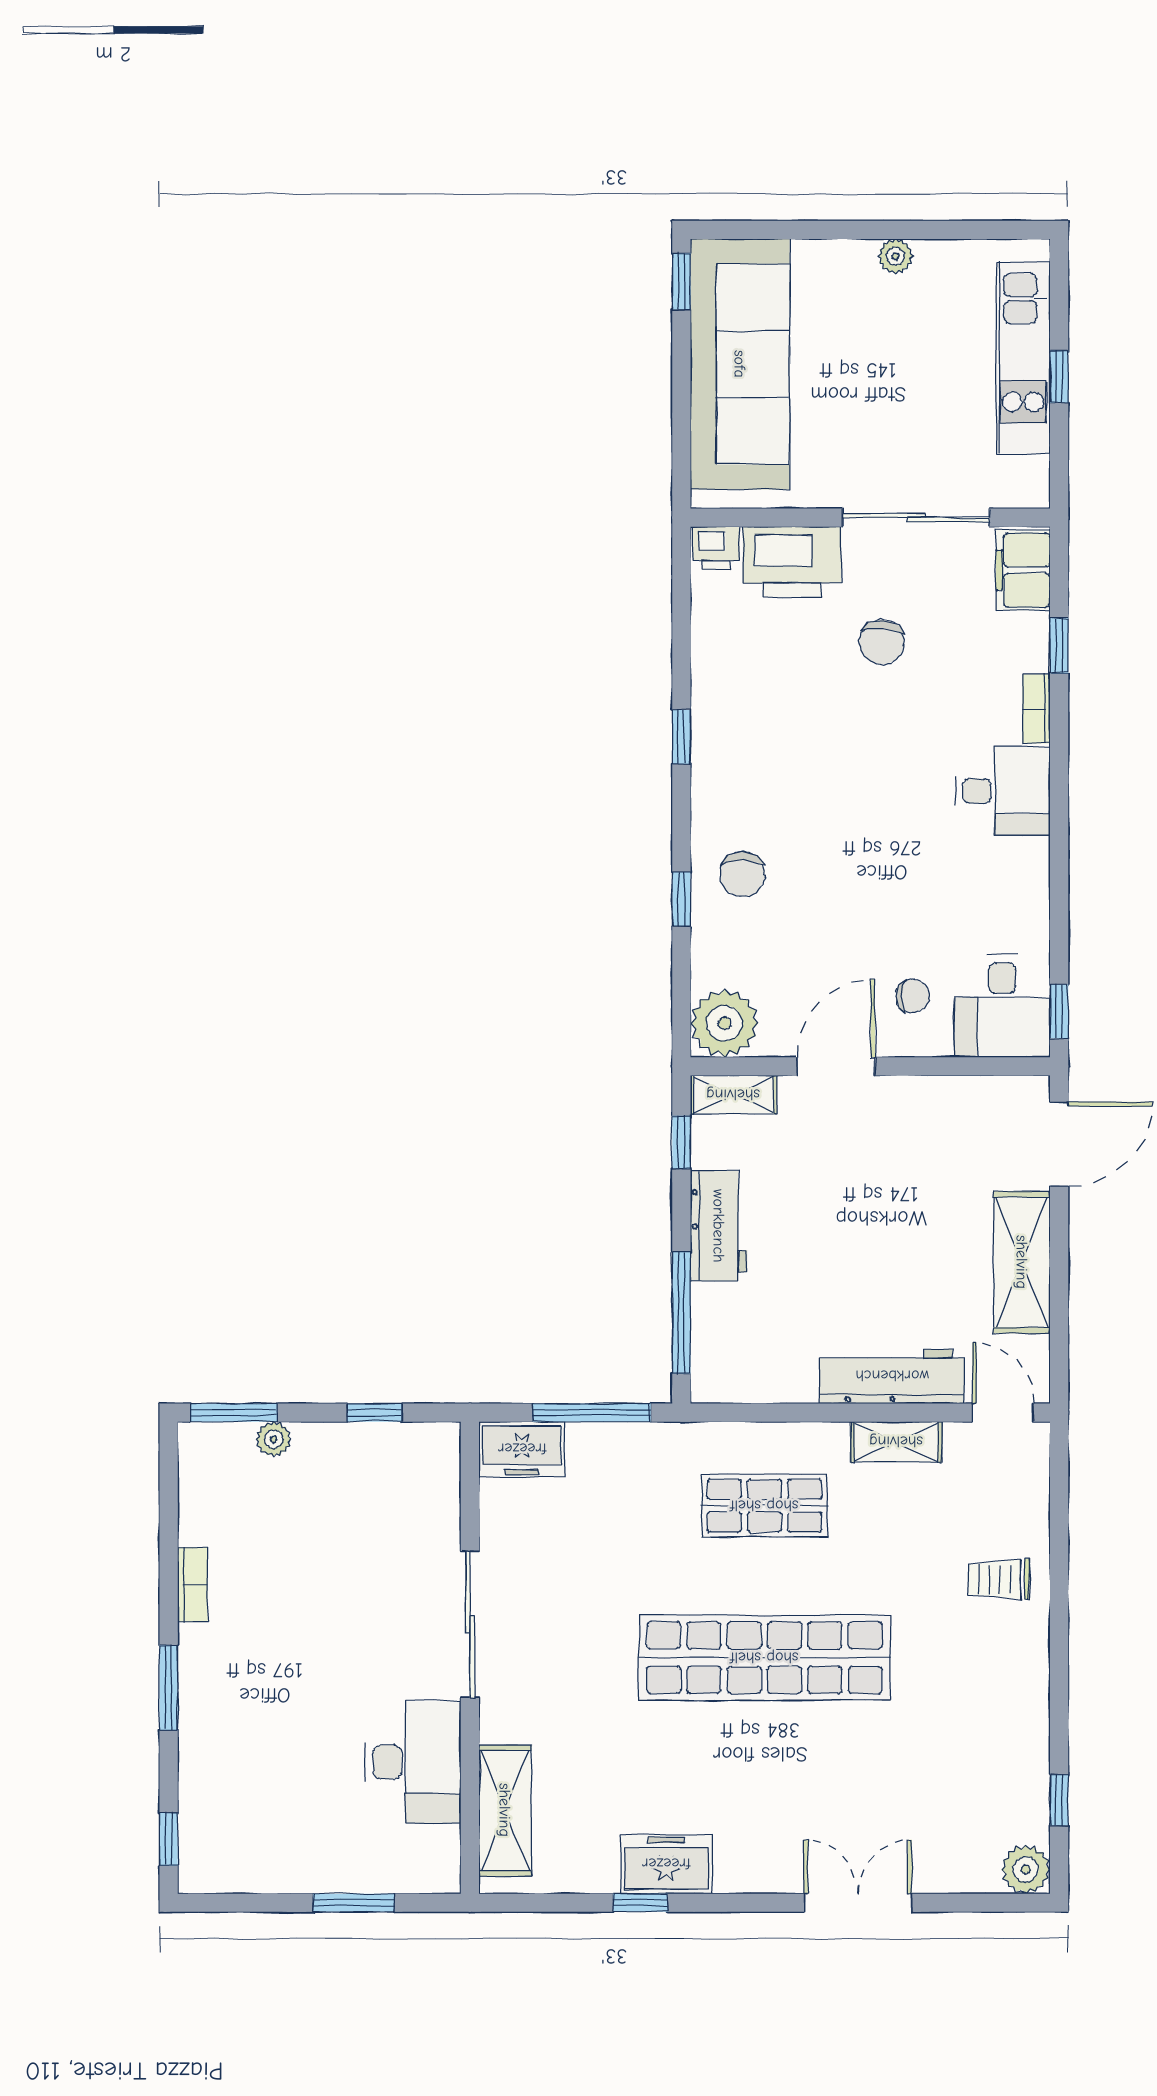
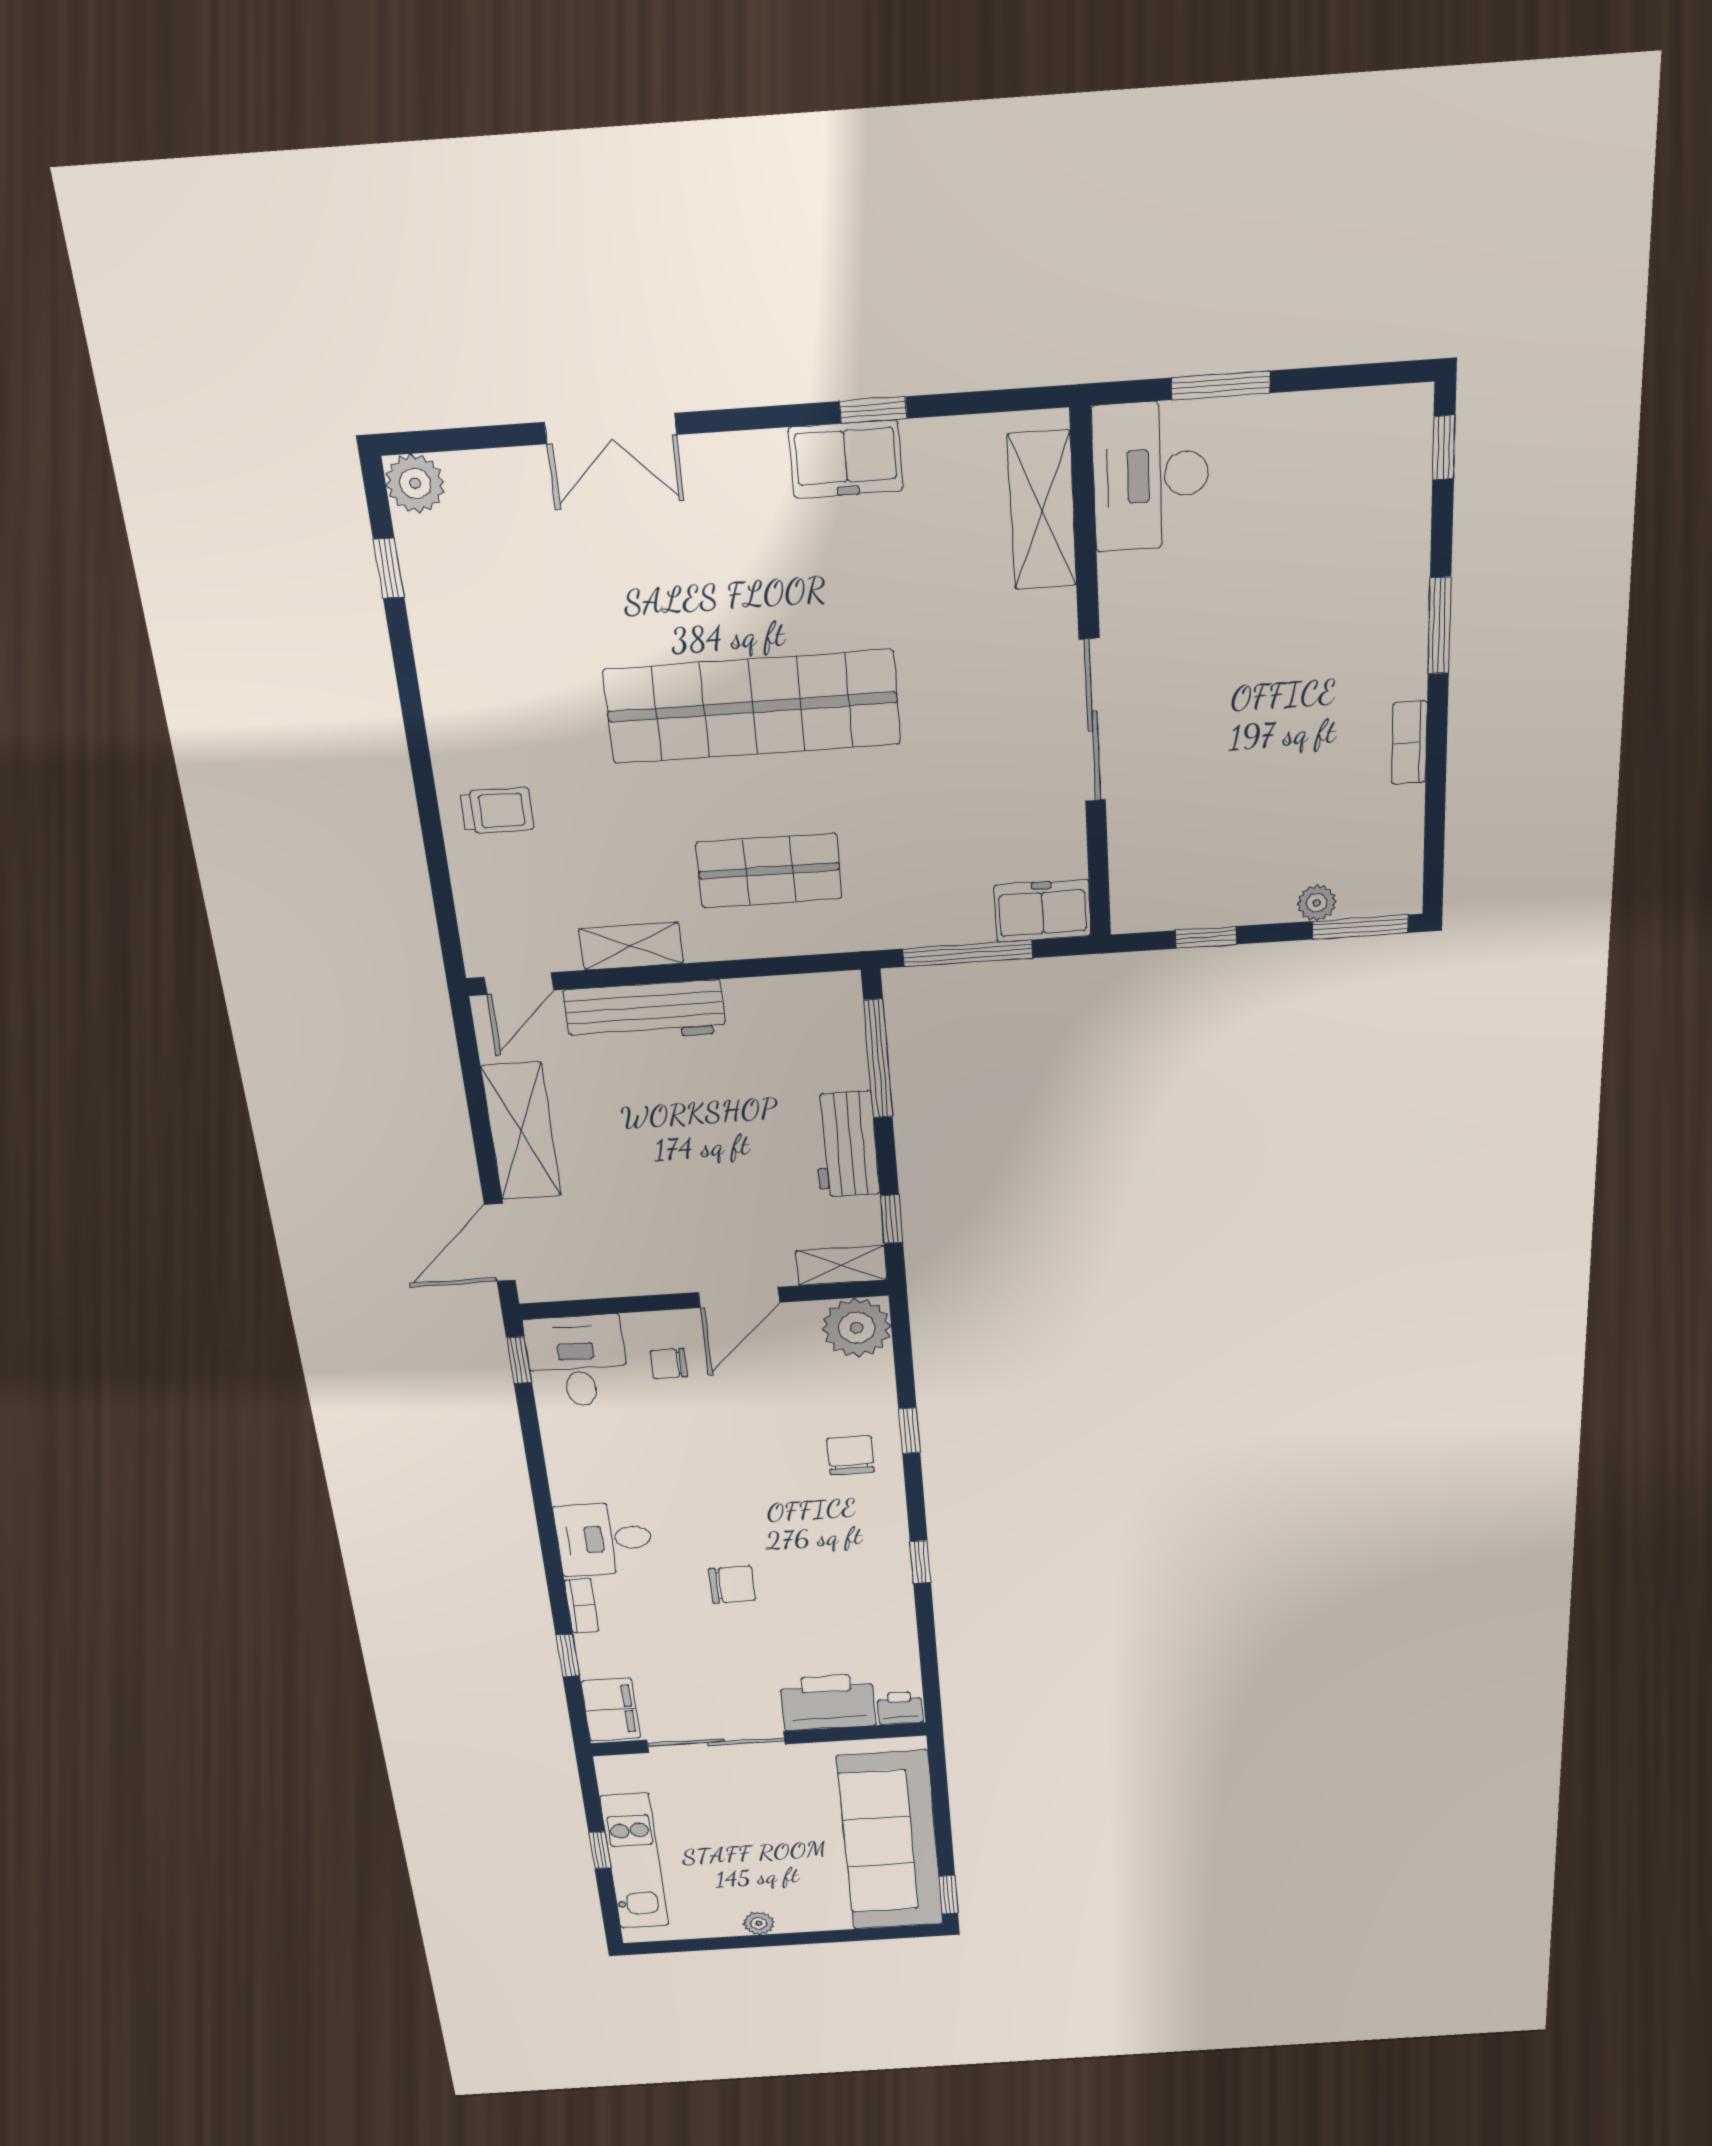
chair: (882, 642) -> (732, 1585), moved, turned 85
door: (1003, 1413) -> (519, 984), hinge flipped
desk: (413, 1762) -> (1151, 476), moved

